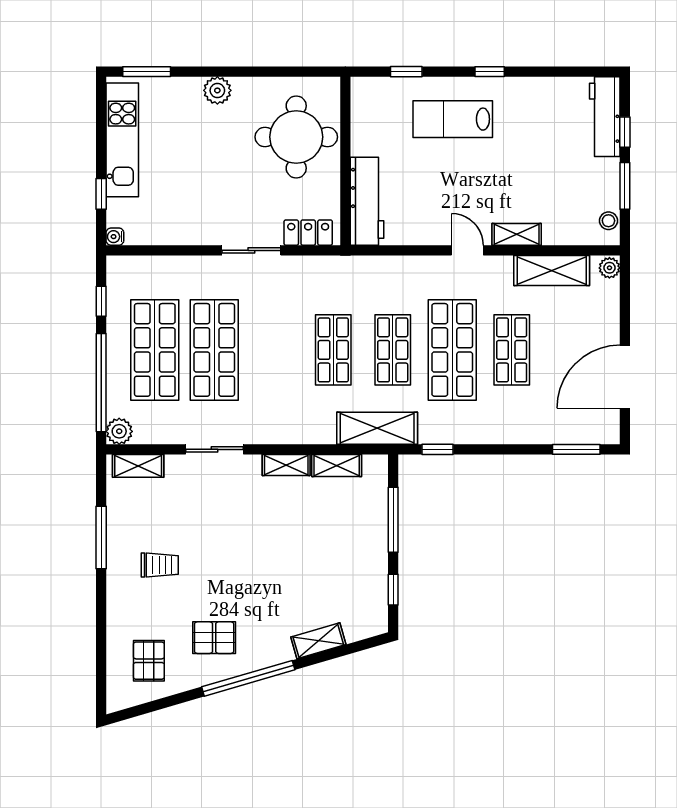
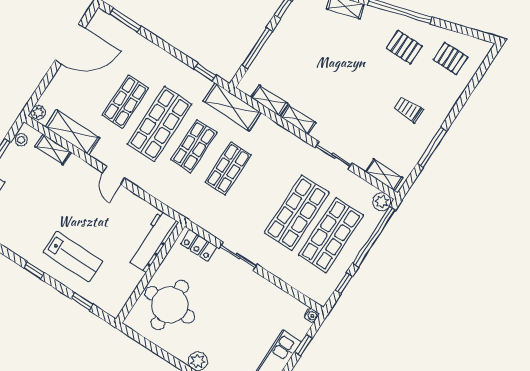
shelving: (517, 234) -> (53, 149), moved
pallet: (149, 661) -> (451, 58), turned 90

